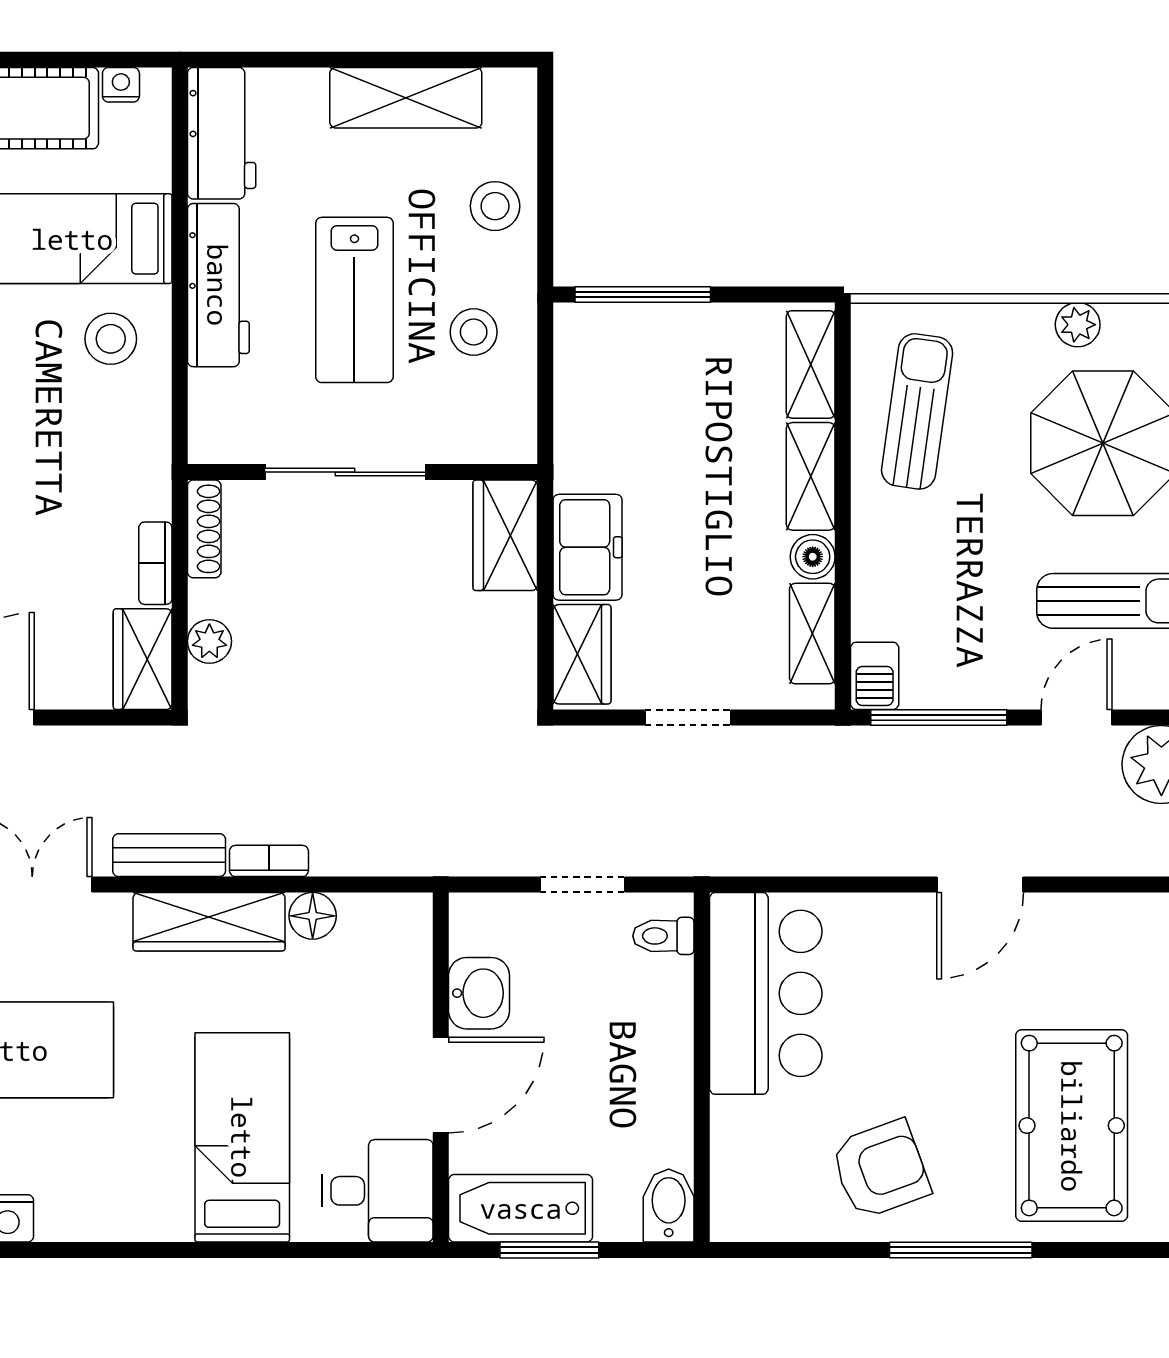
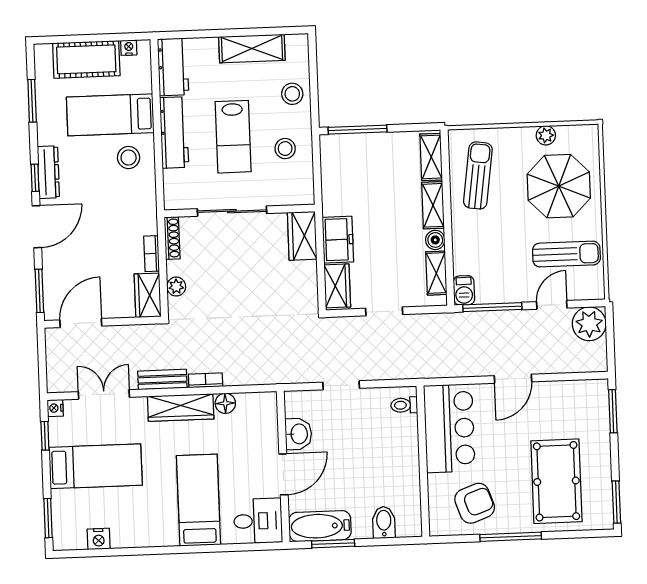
toilet: (663, 936) -> (404, 405), moved
bar counter: (766, 993) -> (449, 428), moved
wall: (702, 1067) -> (423, 461), moved

